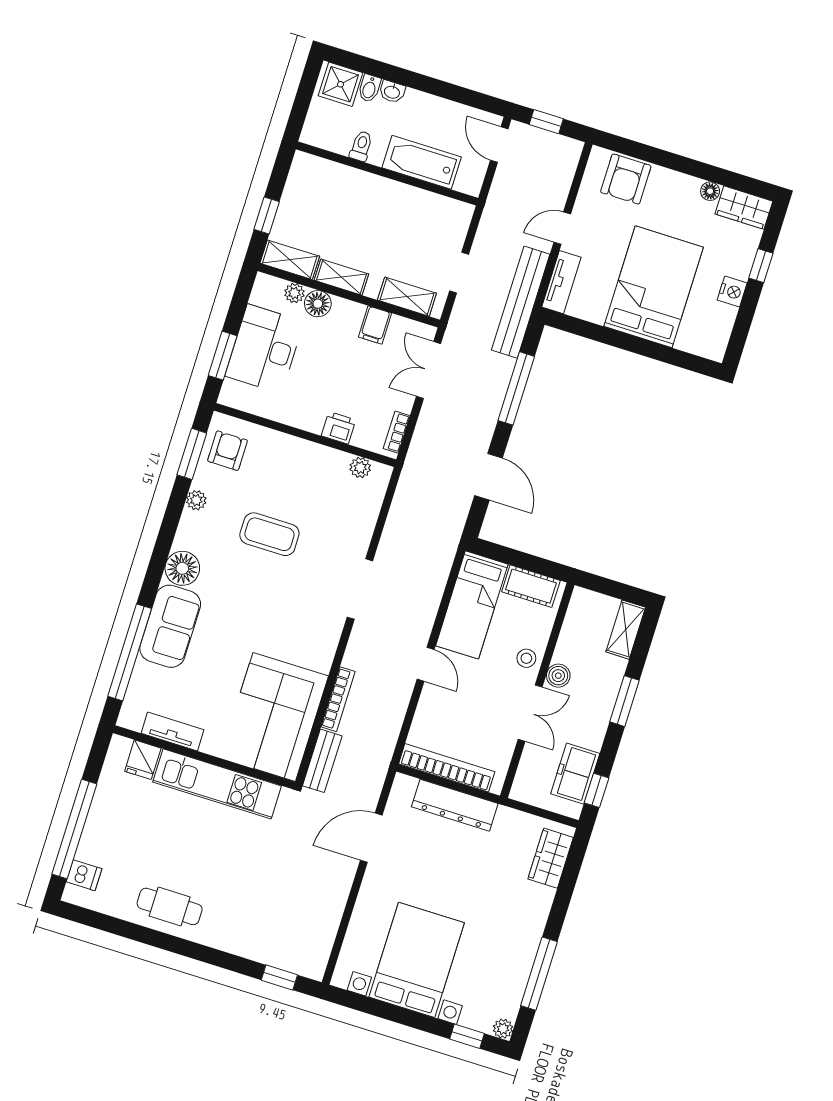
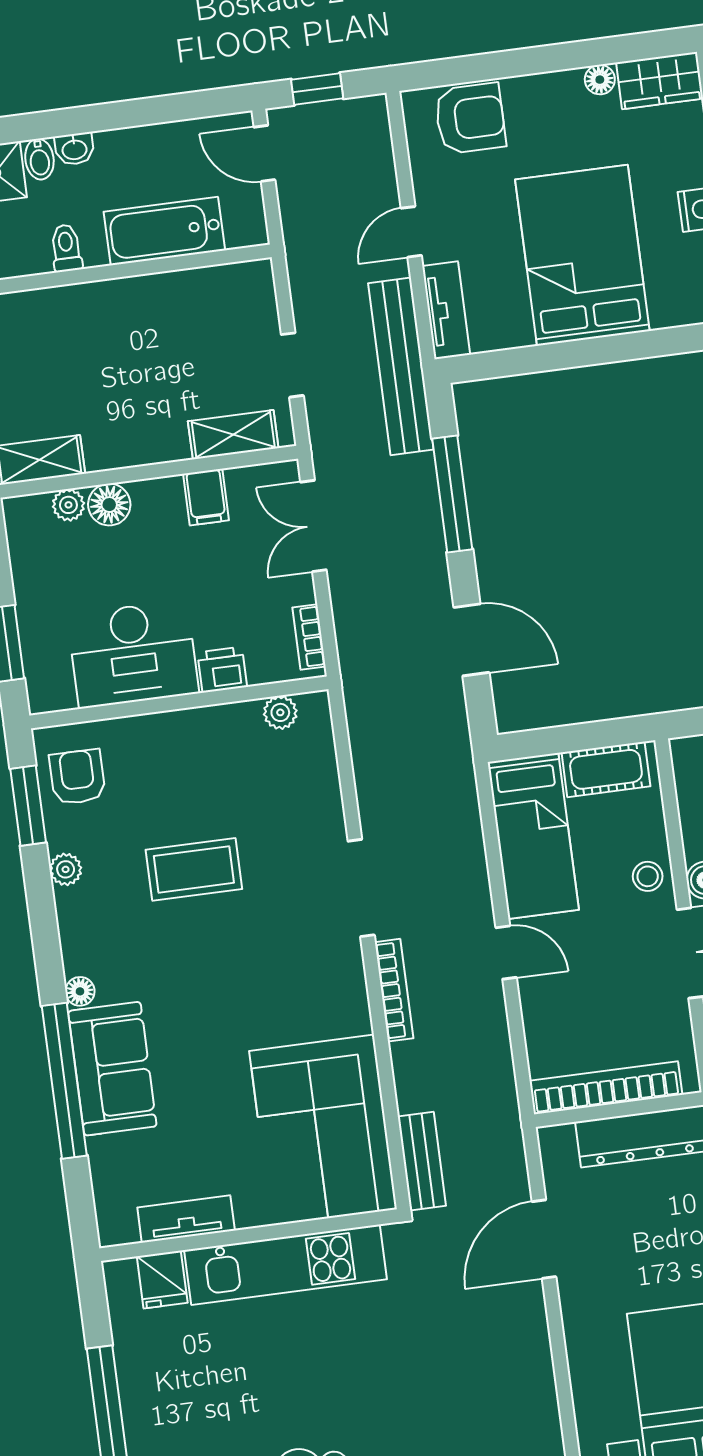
armchair: (626, 179) -> (470, 118), turned -90
shelving: (341, 277) -> (126, 450), removed
desk: (265, 349) -> (133, 654), moved, turned -90
floor lamp: (182, 568) -> (80, 991), width x0.53, depth x0.53
window: (130, 652) -> (64, 1081), moved
bookcase: (338, 699) -> (394, 990), moved

